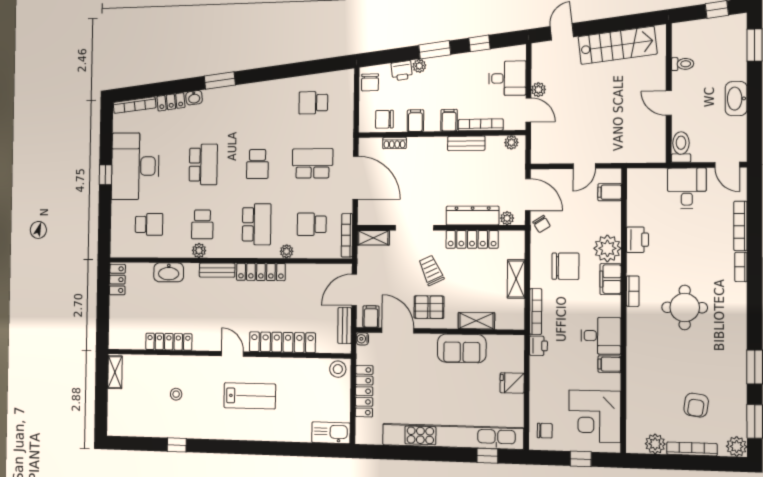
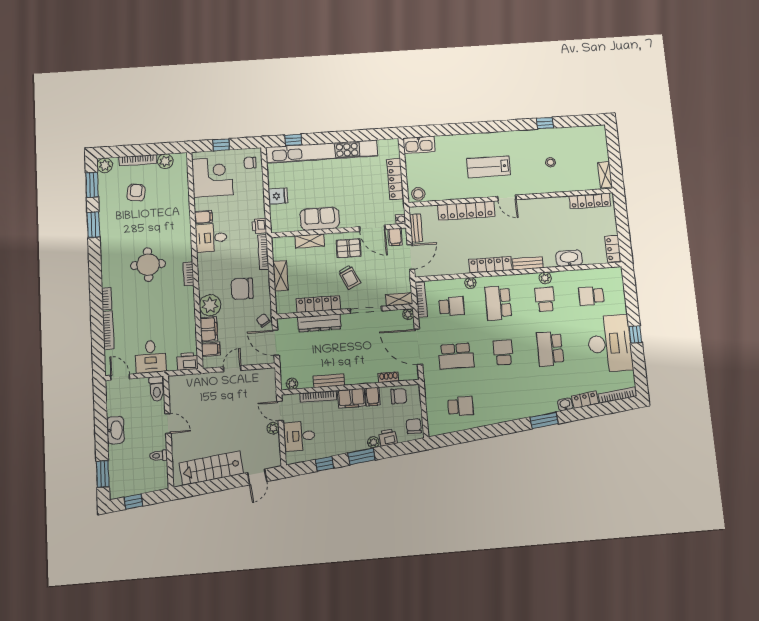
filing cabinet: (449, 120) -> (351, 398), width x2.00
plant: (507, 218) -> (408, 314), moved
printer: (637, 240) -> (188, 361), moved, turned 90
filing cabinet: (611, 279) -> (209, 329), moved
locker: (169, 342) -> (590, 201), moved

